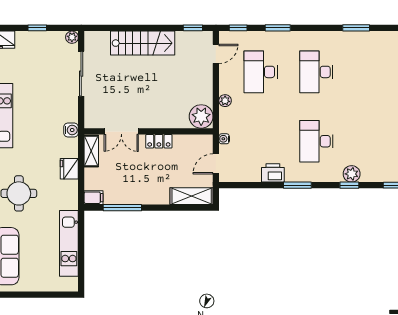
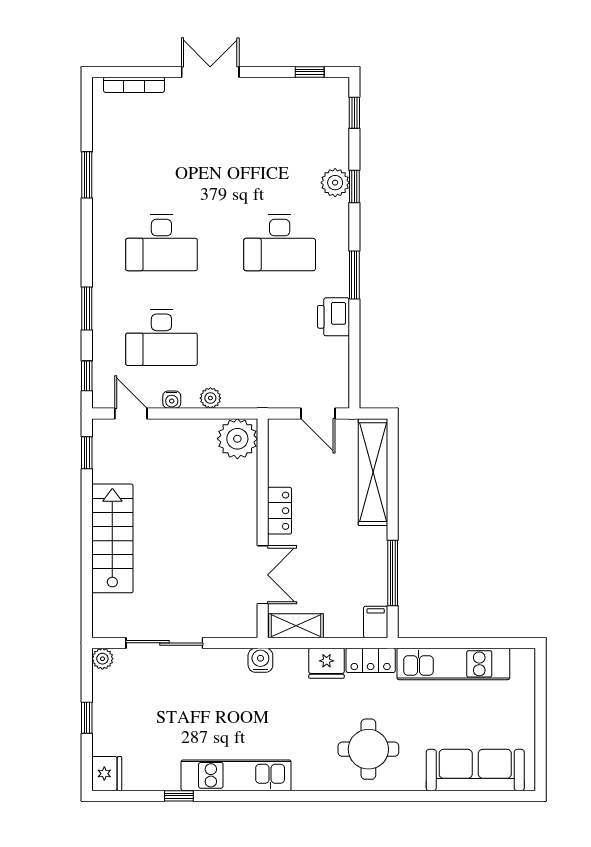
water cooler: (224, 139) -> (172, 400), moved
locker: (71, 195) -> (371, 660), added
shelving: (192, 196) -> (373, 472), width x1.47

